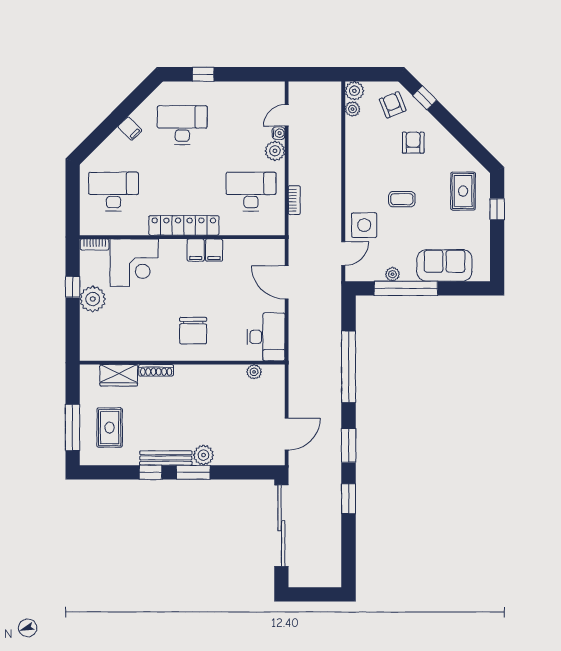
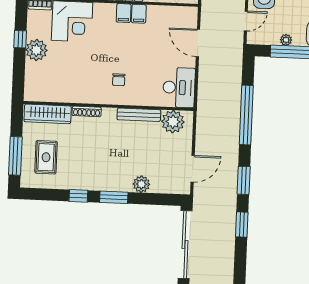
chair: (193, 331) -> (119, 80), width x0.54, depth x0.54
plant: (254, 372) -> (173, 122), width x1.88, depth x1.88
wardrobe: (119, 375) -> (48, 114), width x1.50
plant: (203, 455) -> (141, 184), moved
bench: (166, 458) -> (139, 115), moved

